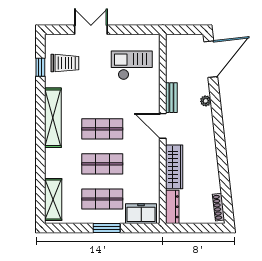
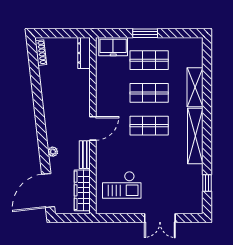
trolley: (65, 63) -> (184, 187), removed
door: (163, 126) -> (93, 128), hinge flipped
wardrobe: (174, 167) -> (82, 190), moved
shelving: (53, 199) -> (195, 87), moved

